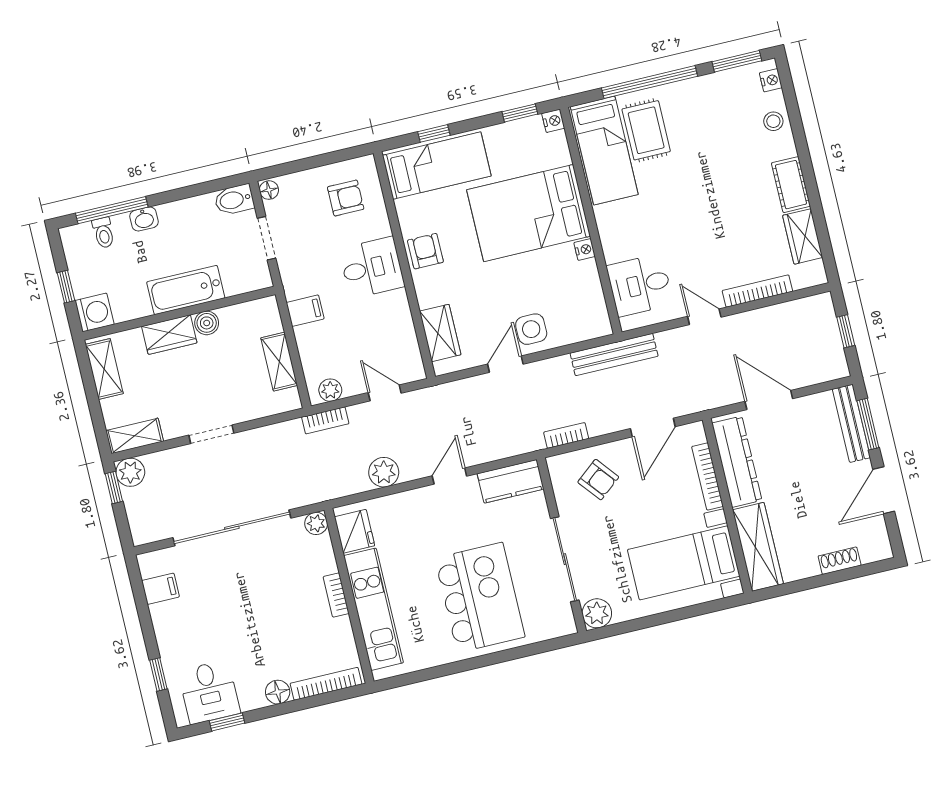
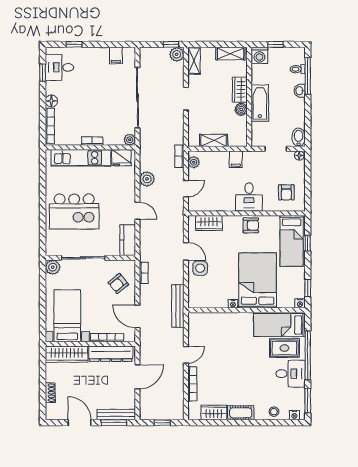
desk: (640, 285) -> (290, 374), moved, turned 90

